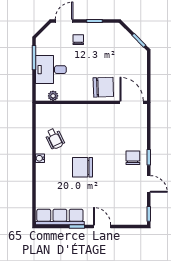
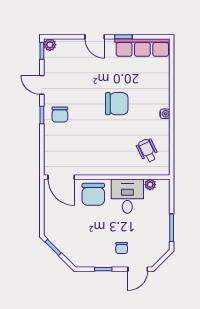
desk: (51, 70) -> (127, 196), moved, turned -90
chair: (103, 87) -> (93, 194), turned -88
wheelchair: (55, 139) -> (147, 151), moved
plant: (142, 219) -> (50, 45), added

